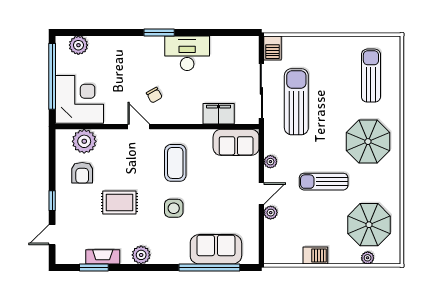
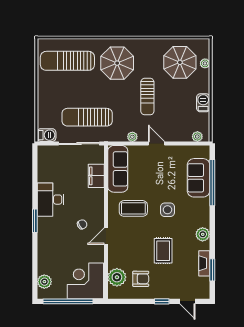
sun lounger: (371, 76) -> (67, 61), width x1.36, depth x1.34
sofa: (236, 142) -> (118, 169), width x1.36
plant: (271, 213) -> (197, 137), moved

